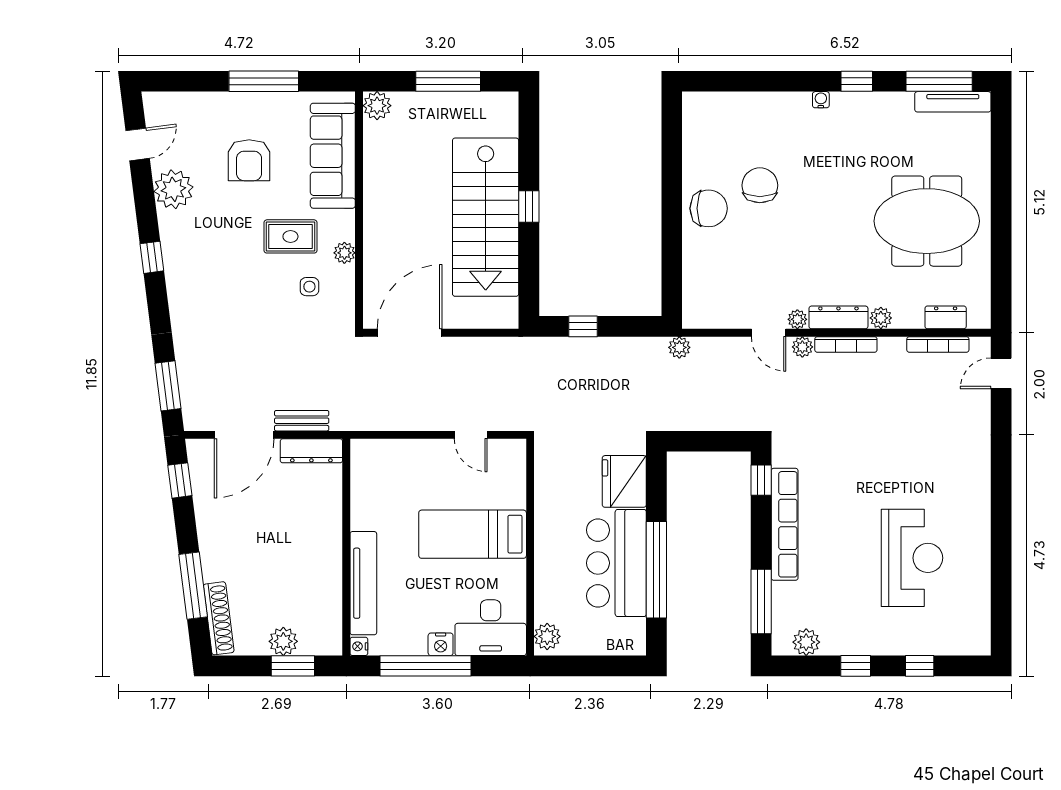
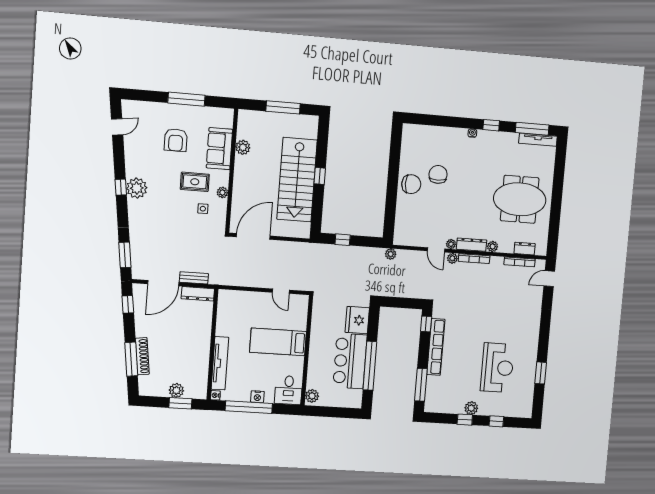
plant: (377, 106) -> (243, 147), moved
sofa: (333, 156) -> (219, 149), width x0.73
plant: (173, 189) -> (137, 188), moved
window: (1001, 563) -> (541, 373), added
shoe rack: (219, 618) -> (142, 356), moved
desk: (491, 628) -> (289, 390), width x0.73
plant: (806, 642) -> (471, 408), moved

